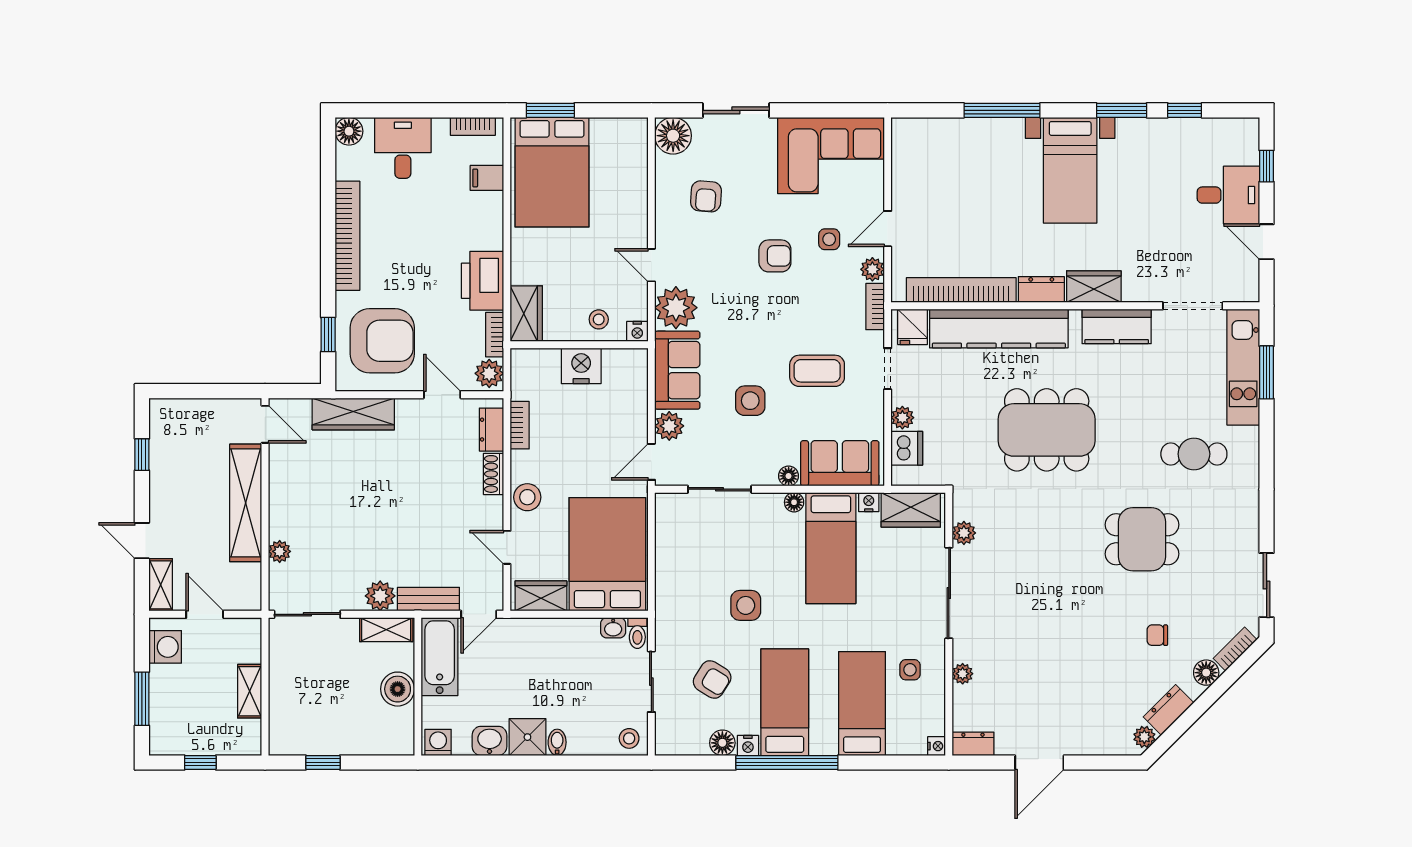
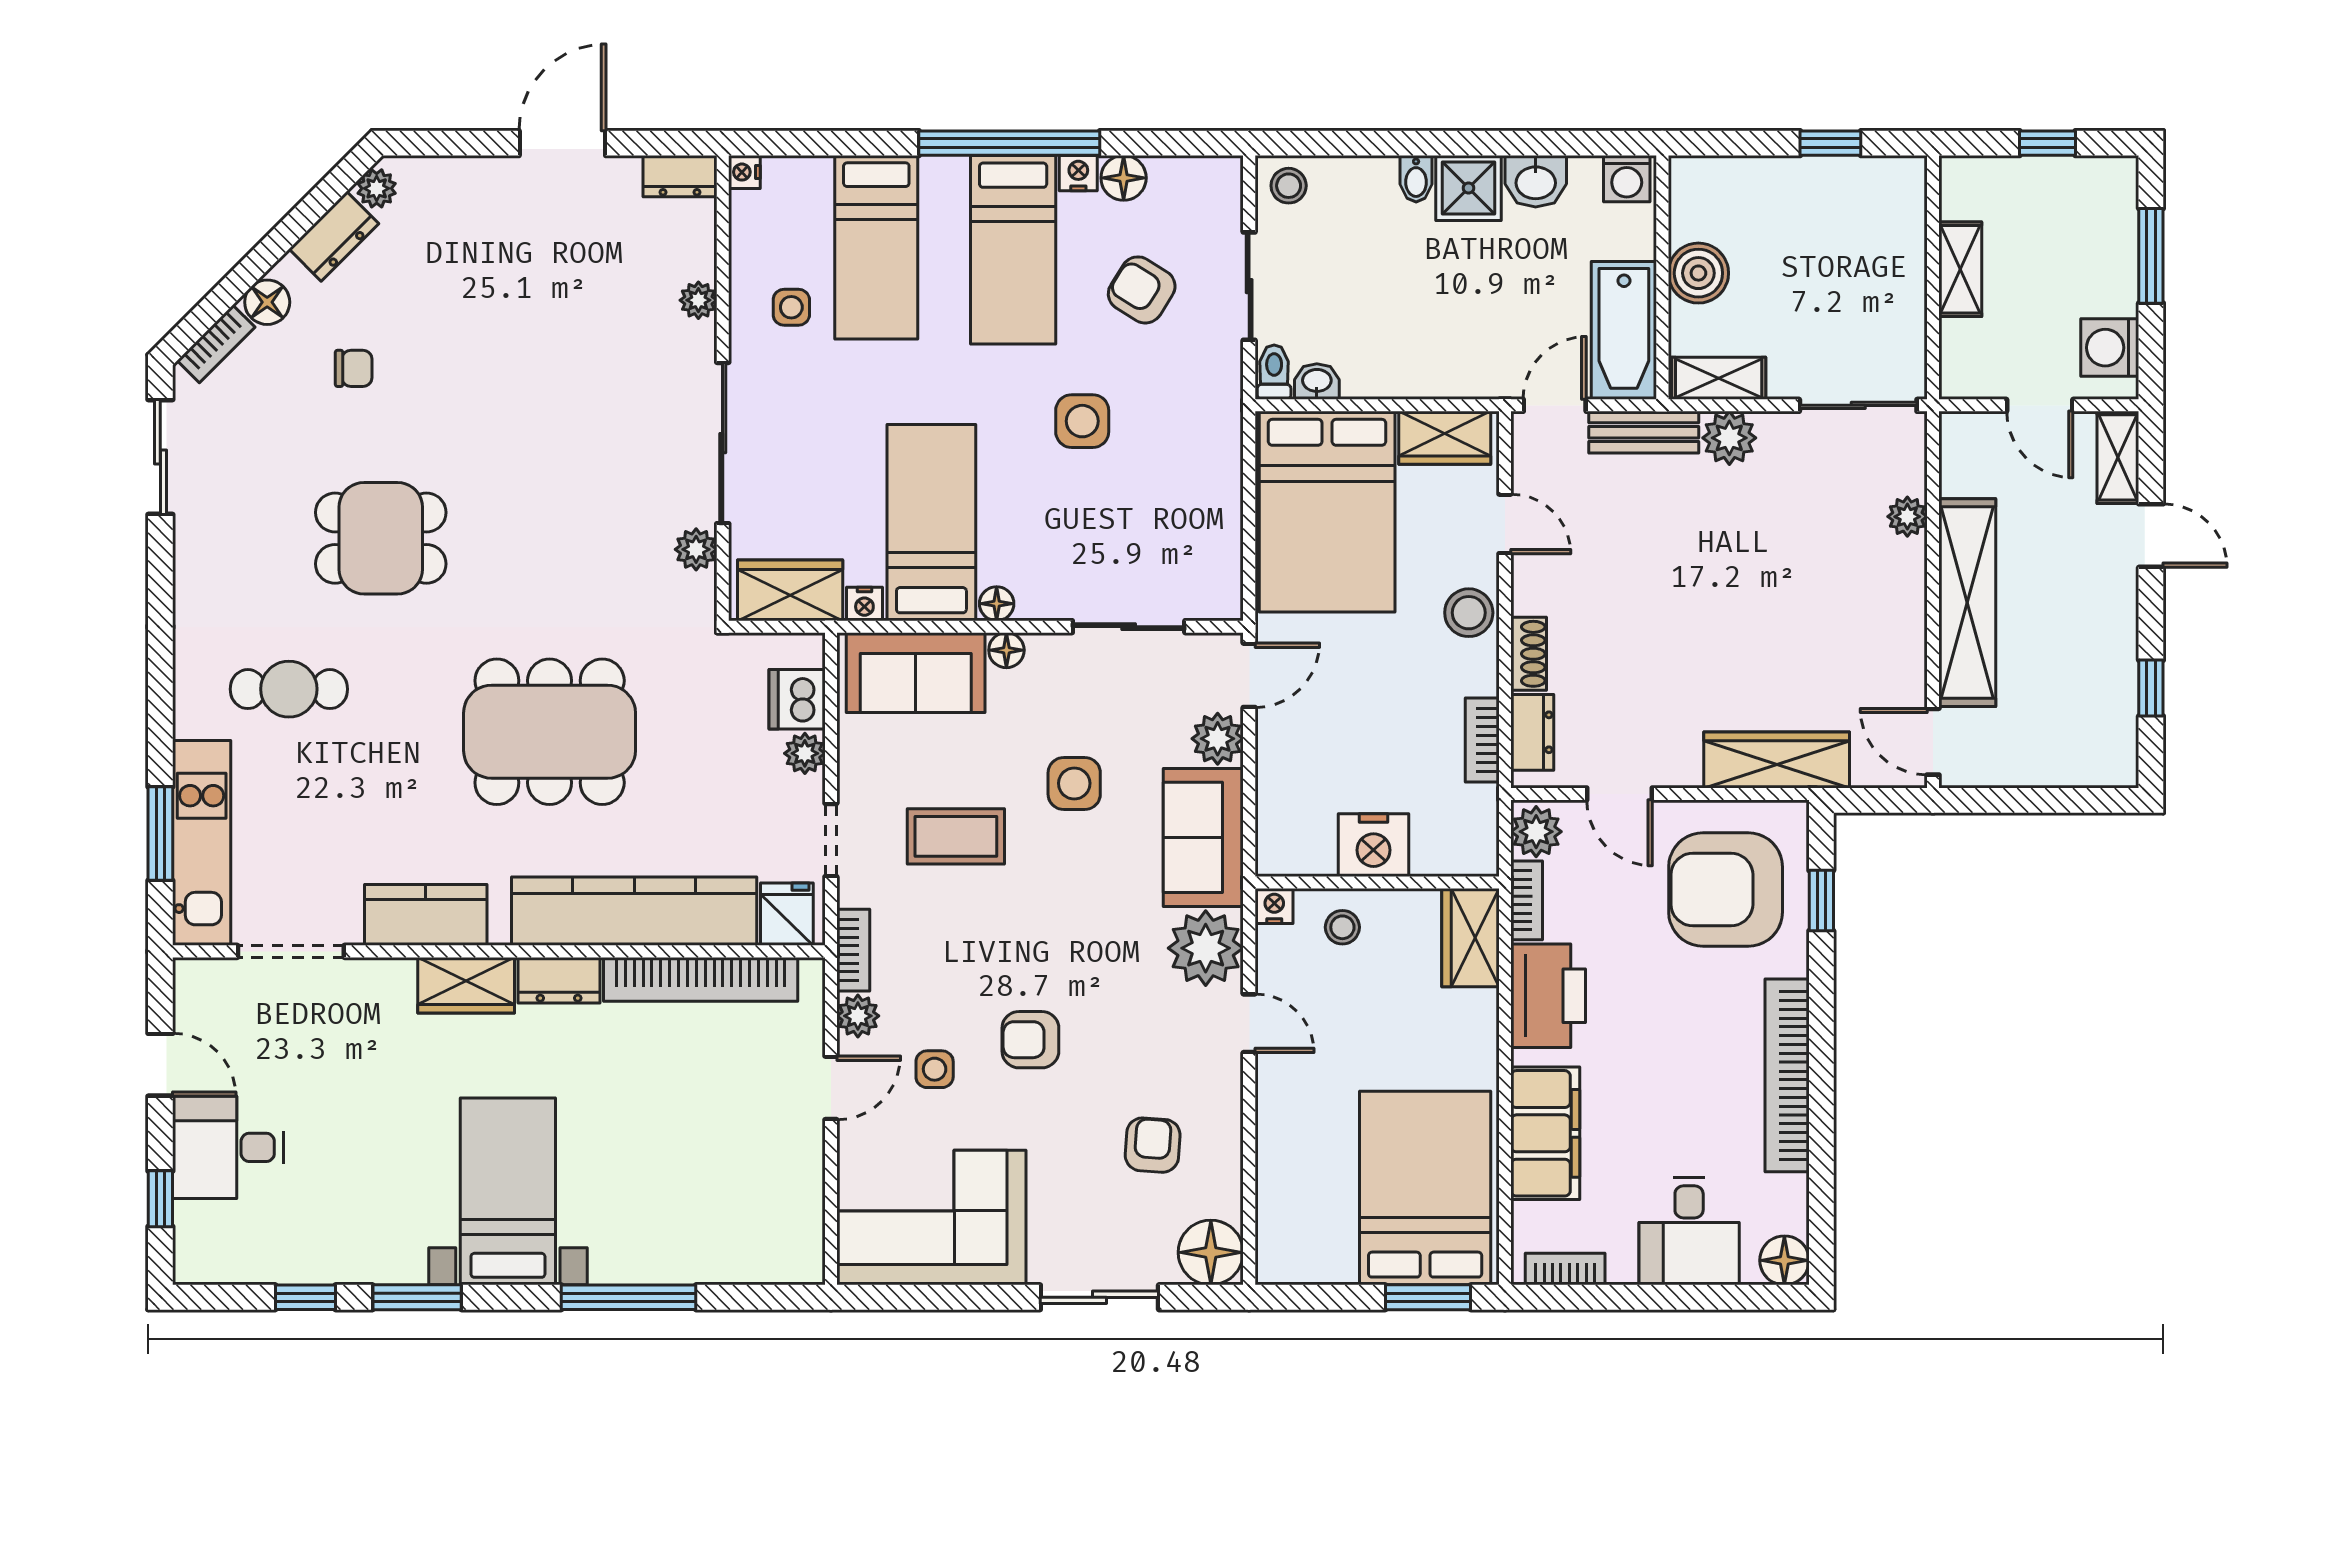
filing cabinet: (487, 178) -> (1545, 1133), width x3.00, depth x1.17

